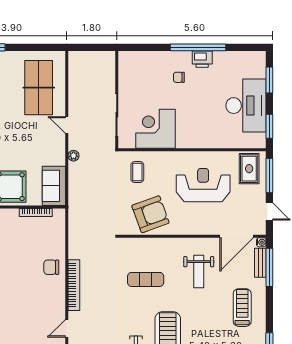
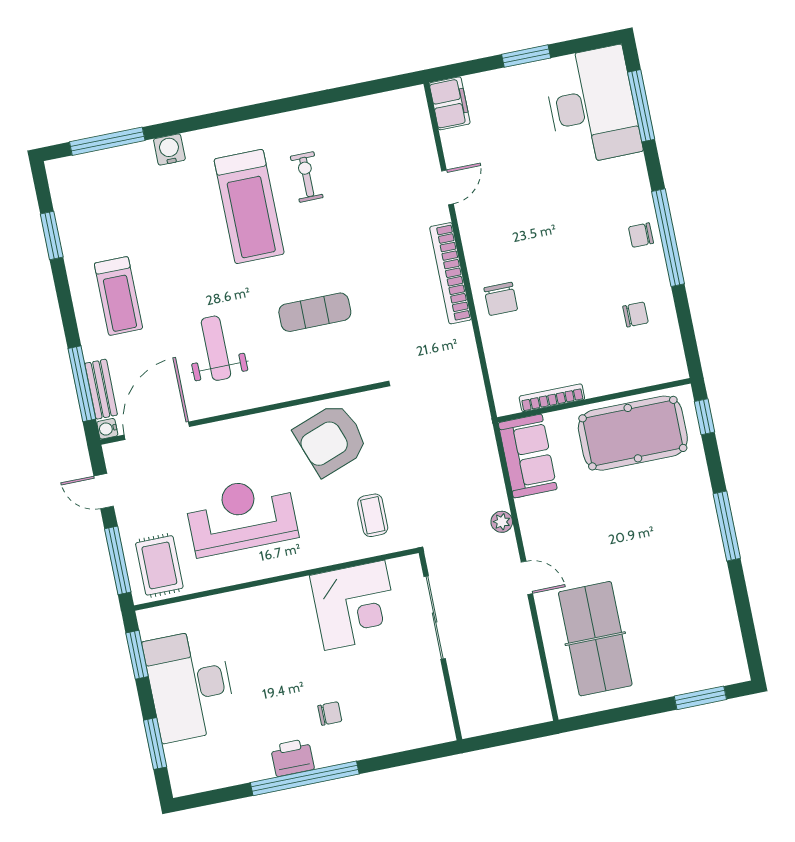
reception desk: (203, 185) -> (241, 516), turned 180
chair: (51, 267) -> (501, 299), turned 90

